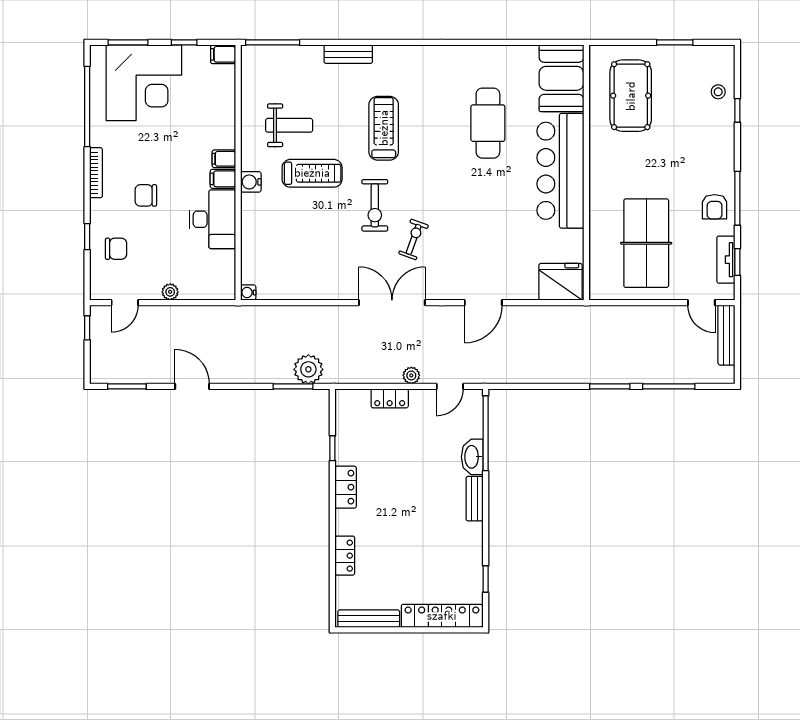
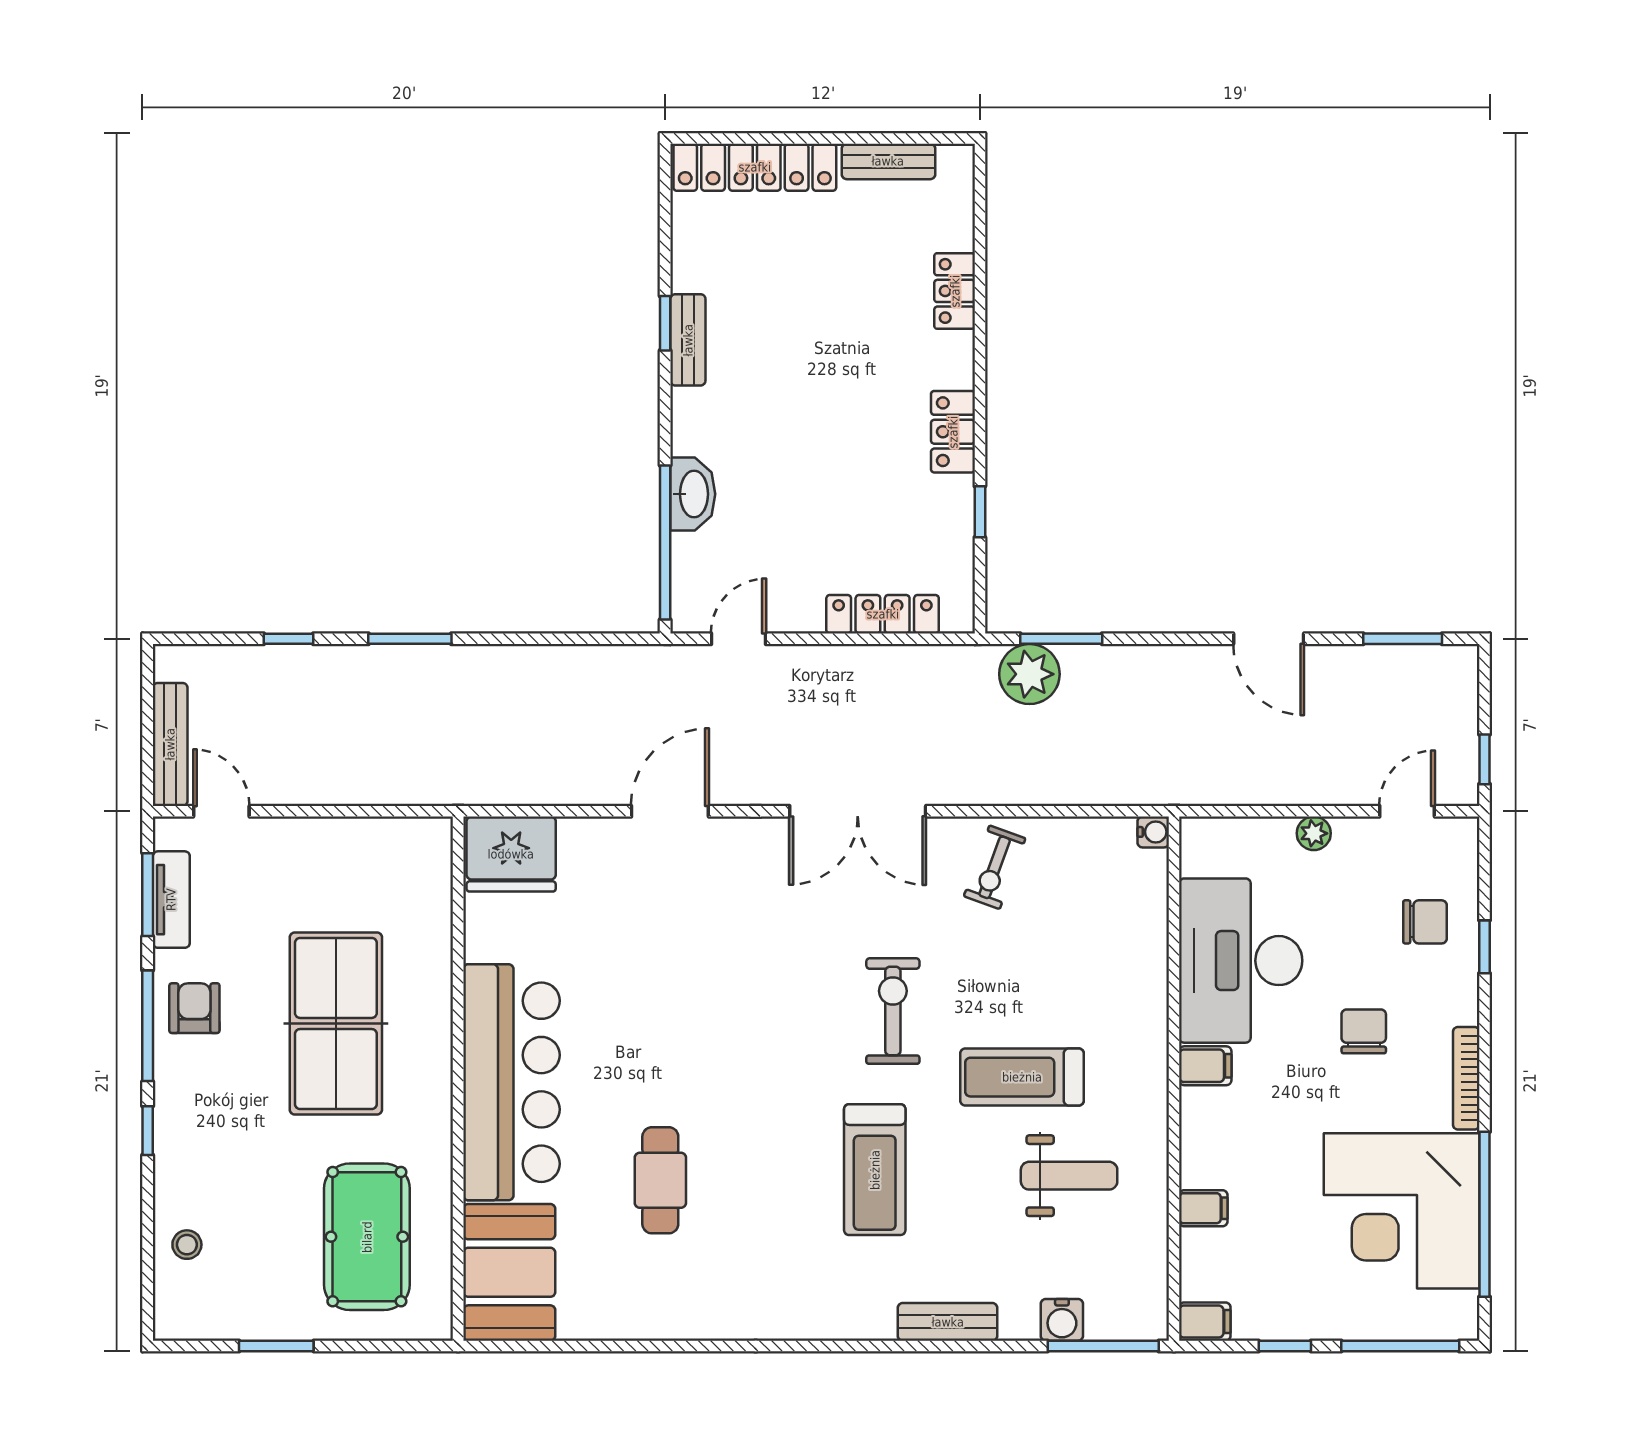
window: (128, 42) -> (1400, 1346), width x1.44
corner desk: (144, 83) -> (1402, 1211), moved, turned -90
window: (737, 110) -> (148, 1131), moved
cafe table: (488, 123) -> (660, 1180), width x0.73, depth x0.74
weight bench: (289, 125) -> (1069, 1176), turned 180
filing cabinet: (224, 159) -> (1203, 1208), moved
water cooler: (251, 182) -> (1062, 1320), moved, turned 90
chair: (146, 195) -> (1364, 1031), turned -90
desk: (213, 219) -> (1241, 961), width x1.36, depth x1.30
exercise bike: (414, 239) -> (995, 867), moved
table tennis table: (646, 243) -> (336, 1023), moved
chair: (116, 249) -> (1425, 922), turned 180
window: (737, 262) -> (148, 895), width x1.50
plant: (411, 375) -> (818, 661), removed
window: (669, 386) -> (289, 639), width x0.46
locker: (390, 398) -> (883, 614), width x1.53
bench: (475, 499) -> (688, 340), moved
window: (486, 579) -> (665, 323), moved
bench: (369, 619) -> (888, 161), width x0.73

